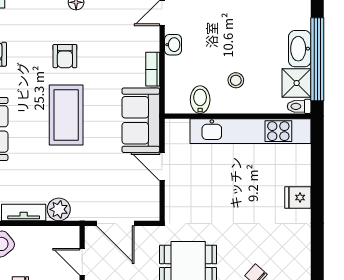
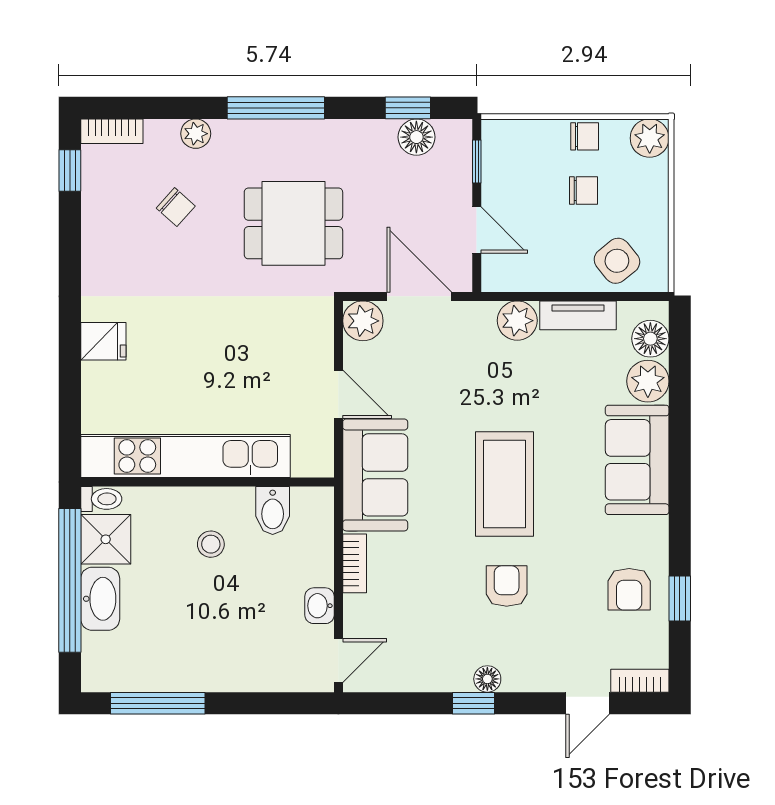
plant: (148, 209) -> (363, 321), added

